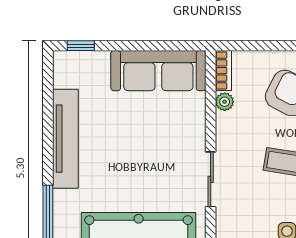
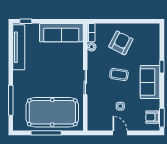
tv unit: (65, 139) -> (19, 47), moved

